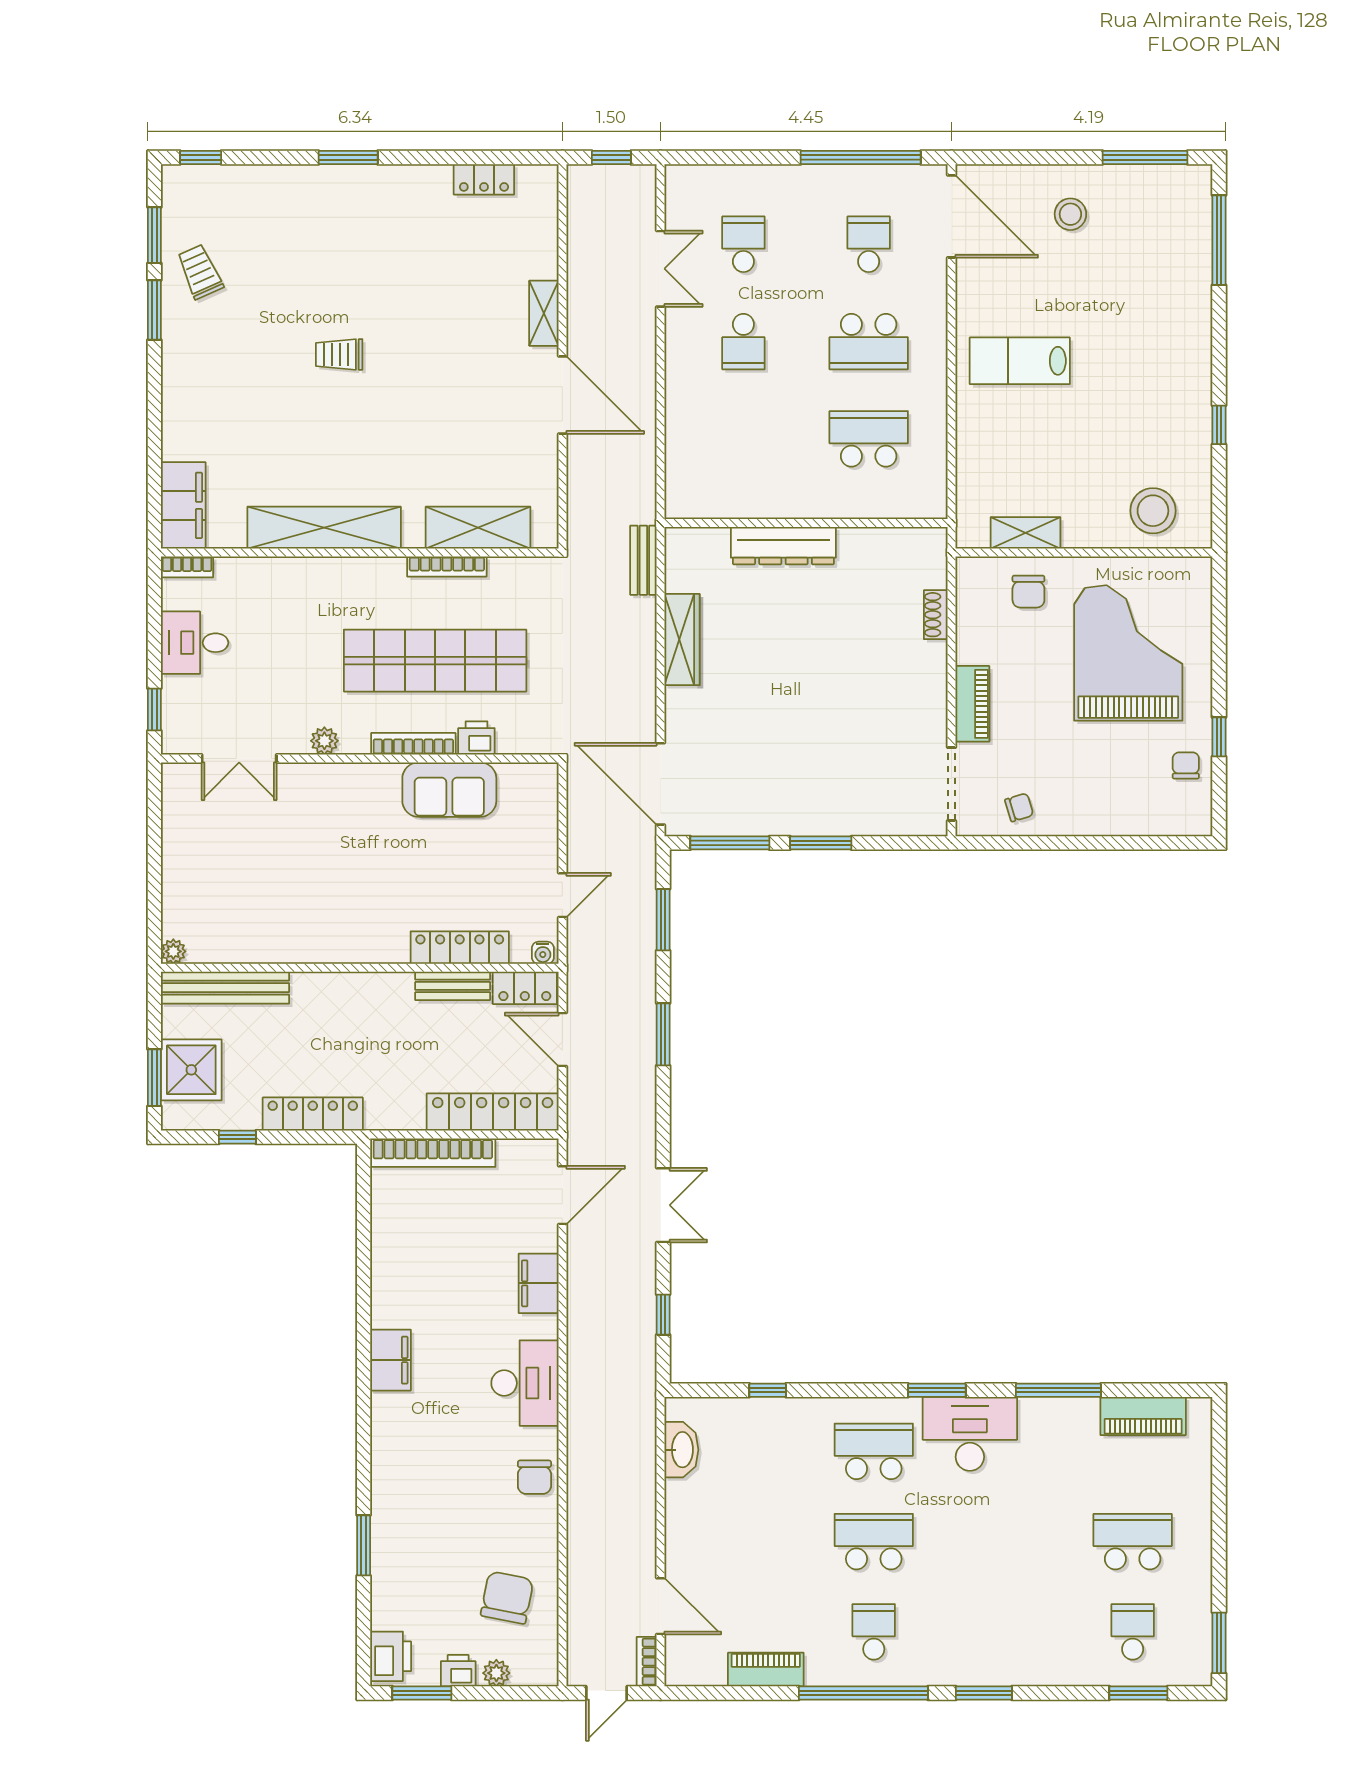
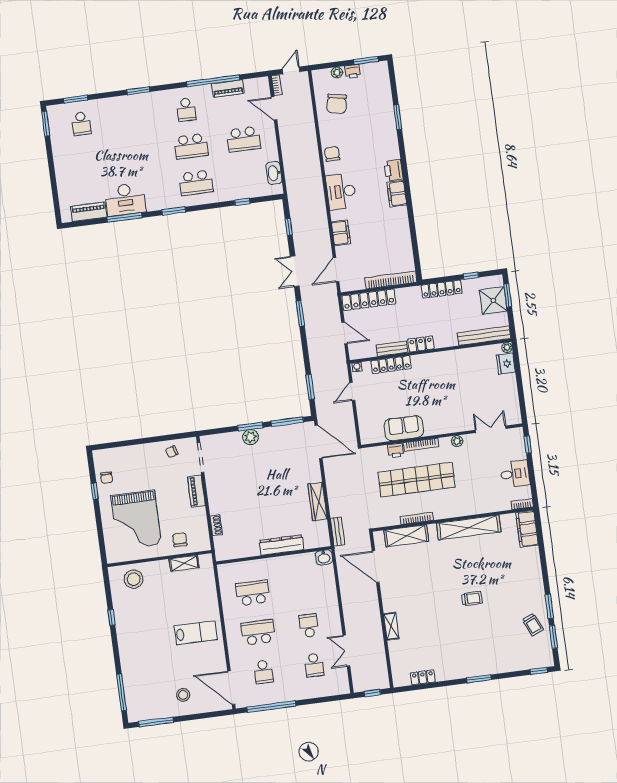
door: (562, 395) -> (376, 567), moved
school desk: (869, 439) -> (253, 593), turned 180
washbasin: (685, 502) -> (324, 557), added
plant: (824, 817) -> (250, 437), added
fridge: (181, 913) -> (506, 364), added
locker: (525, 988) -> (421, 344), moved
window: (663, 1034) -> (300, 313), moved
desk: (970, 1434) -> (125, 199), moved
school desk: (1133, 1542) -> (244, 139), moved
printer: (391, 1656) -> (394, 170), moved
window: (863, 1693) -> (213, 81), moved

